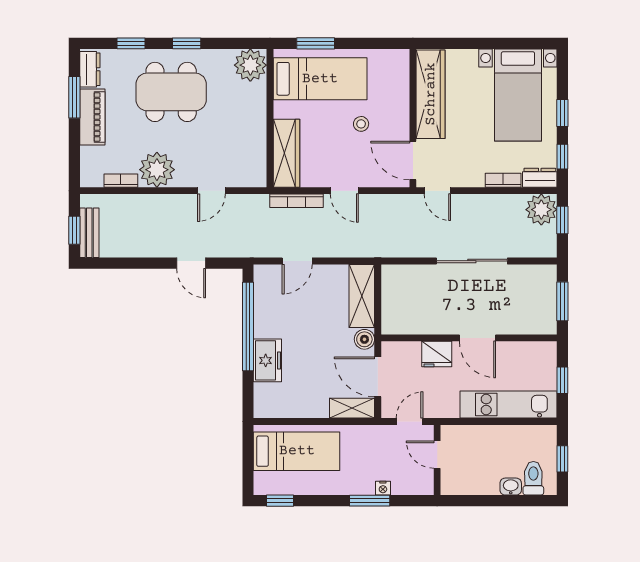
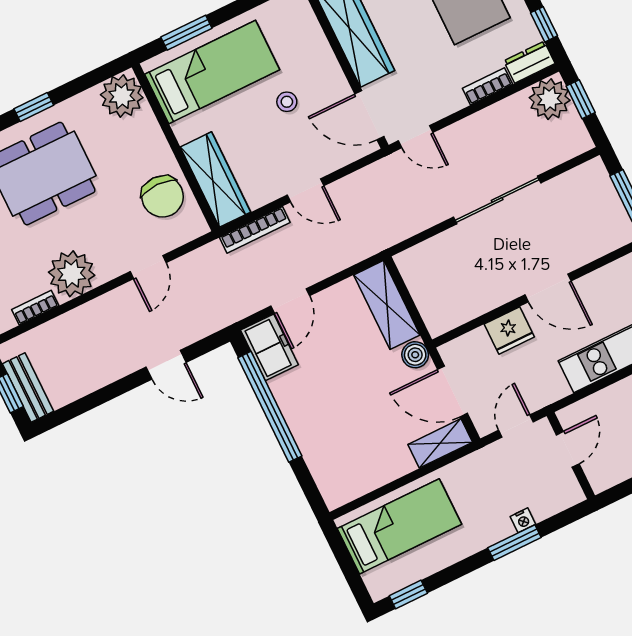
chair: (245, 147) -> (163, 196), added
freezer: (267, 360) -> (269, 347), moved
door: (437, 455) -> (568, 449), swing flipped

